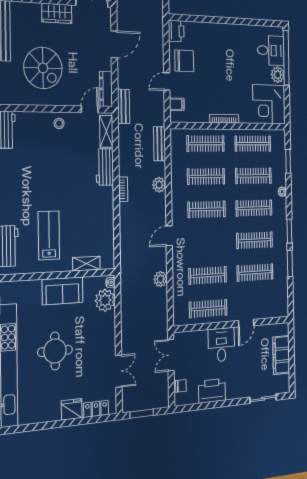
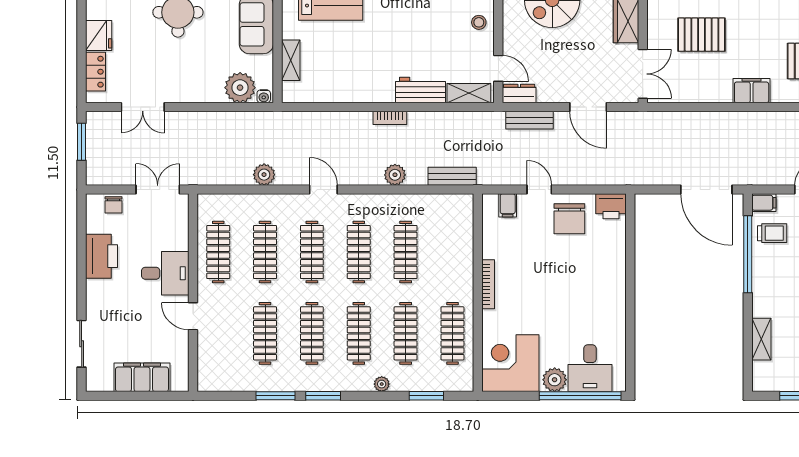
dresser: (106, 89) -> (519, 94), width x0.70
bench: (124, 106) -> (529, 120), moved
clothes rail: (206, 144) -> (312, 252), moved

